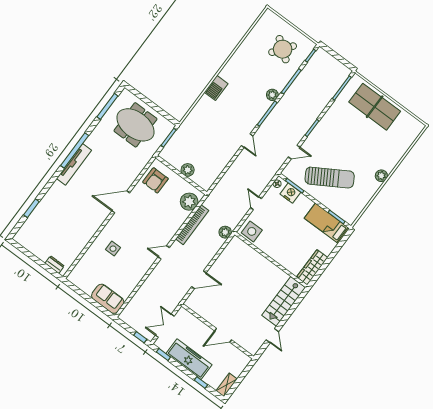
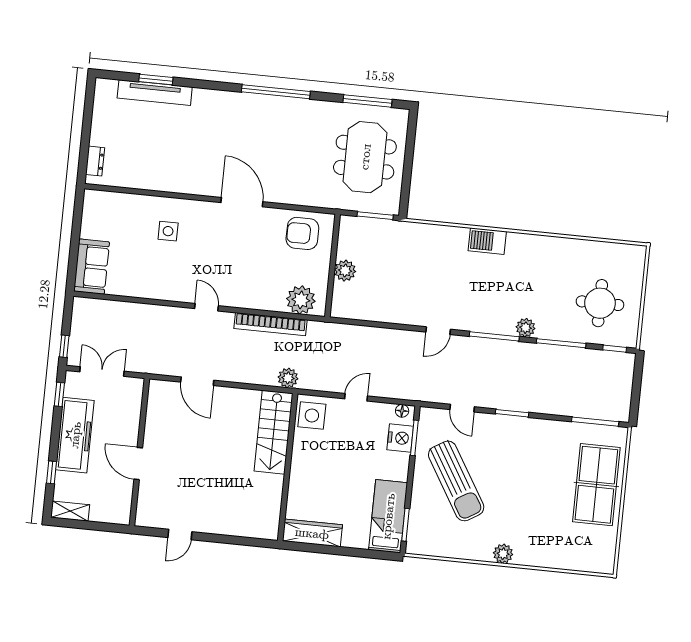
round table: (283, 49) -> (600, 303), turned -37
tv unit: (74, 164) -> (155, 93), moved
stairs: (284, 301) -> (274, 432), moved, turned -90

